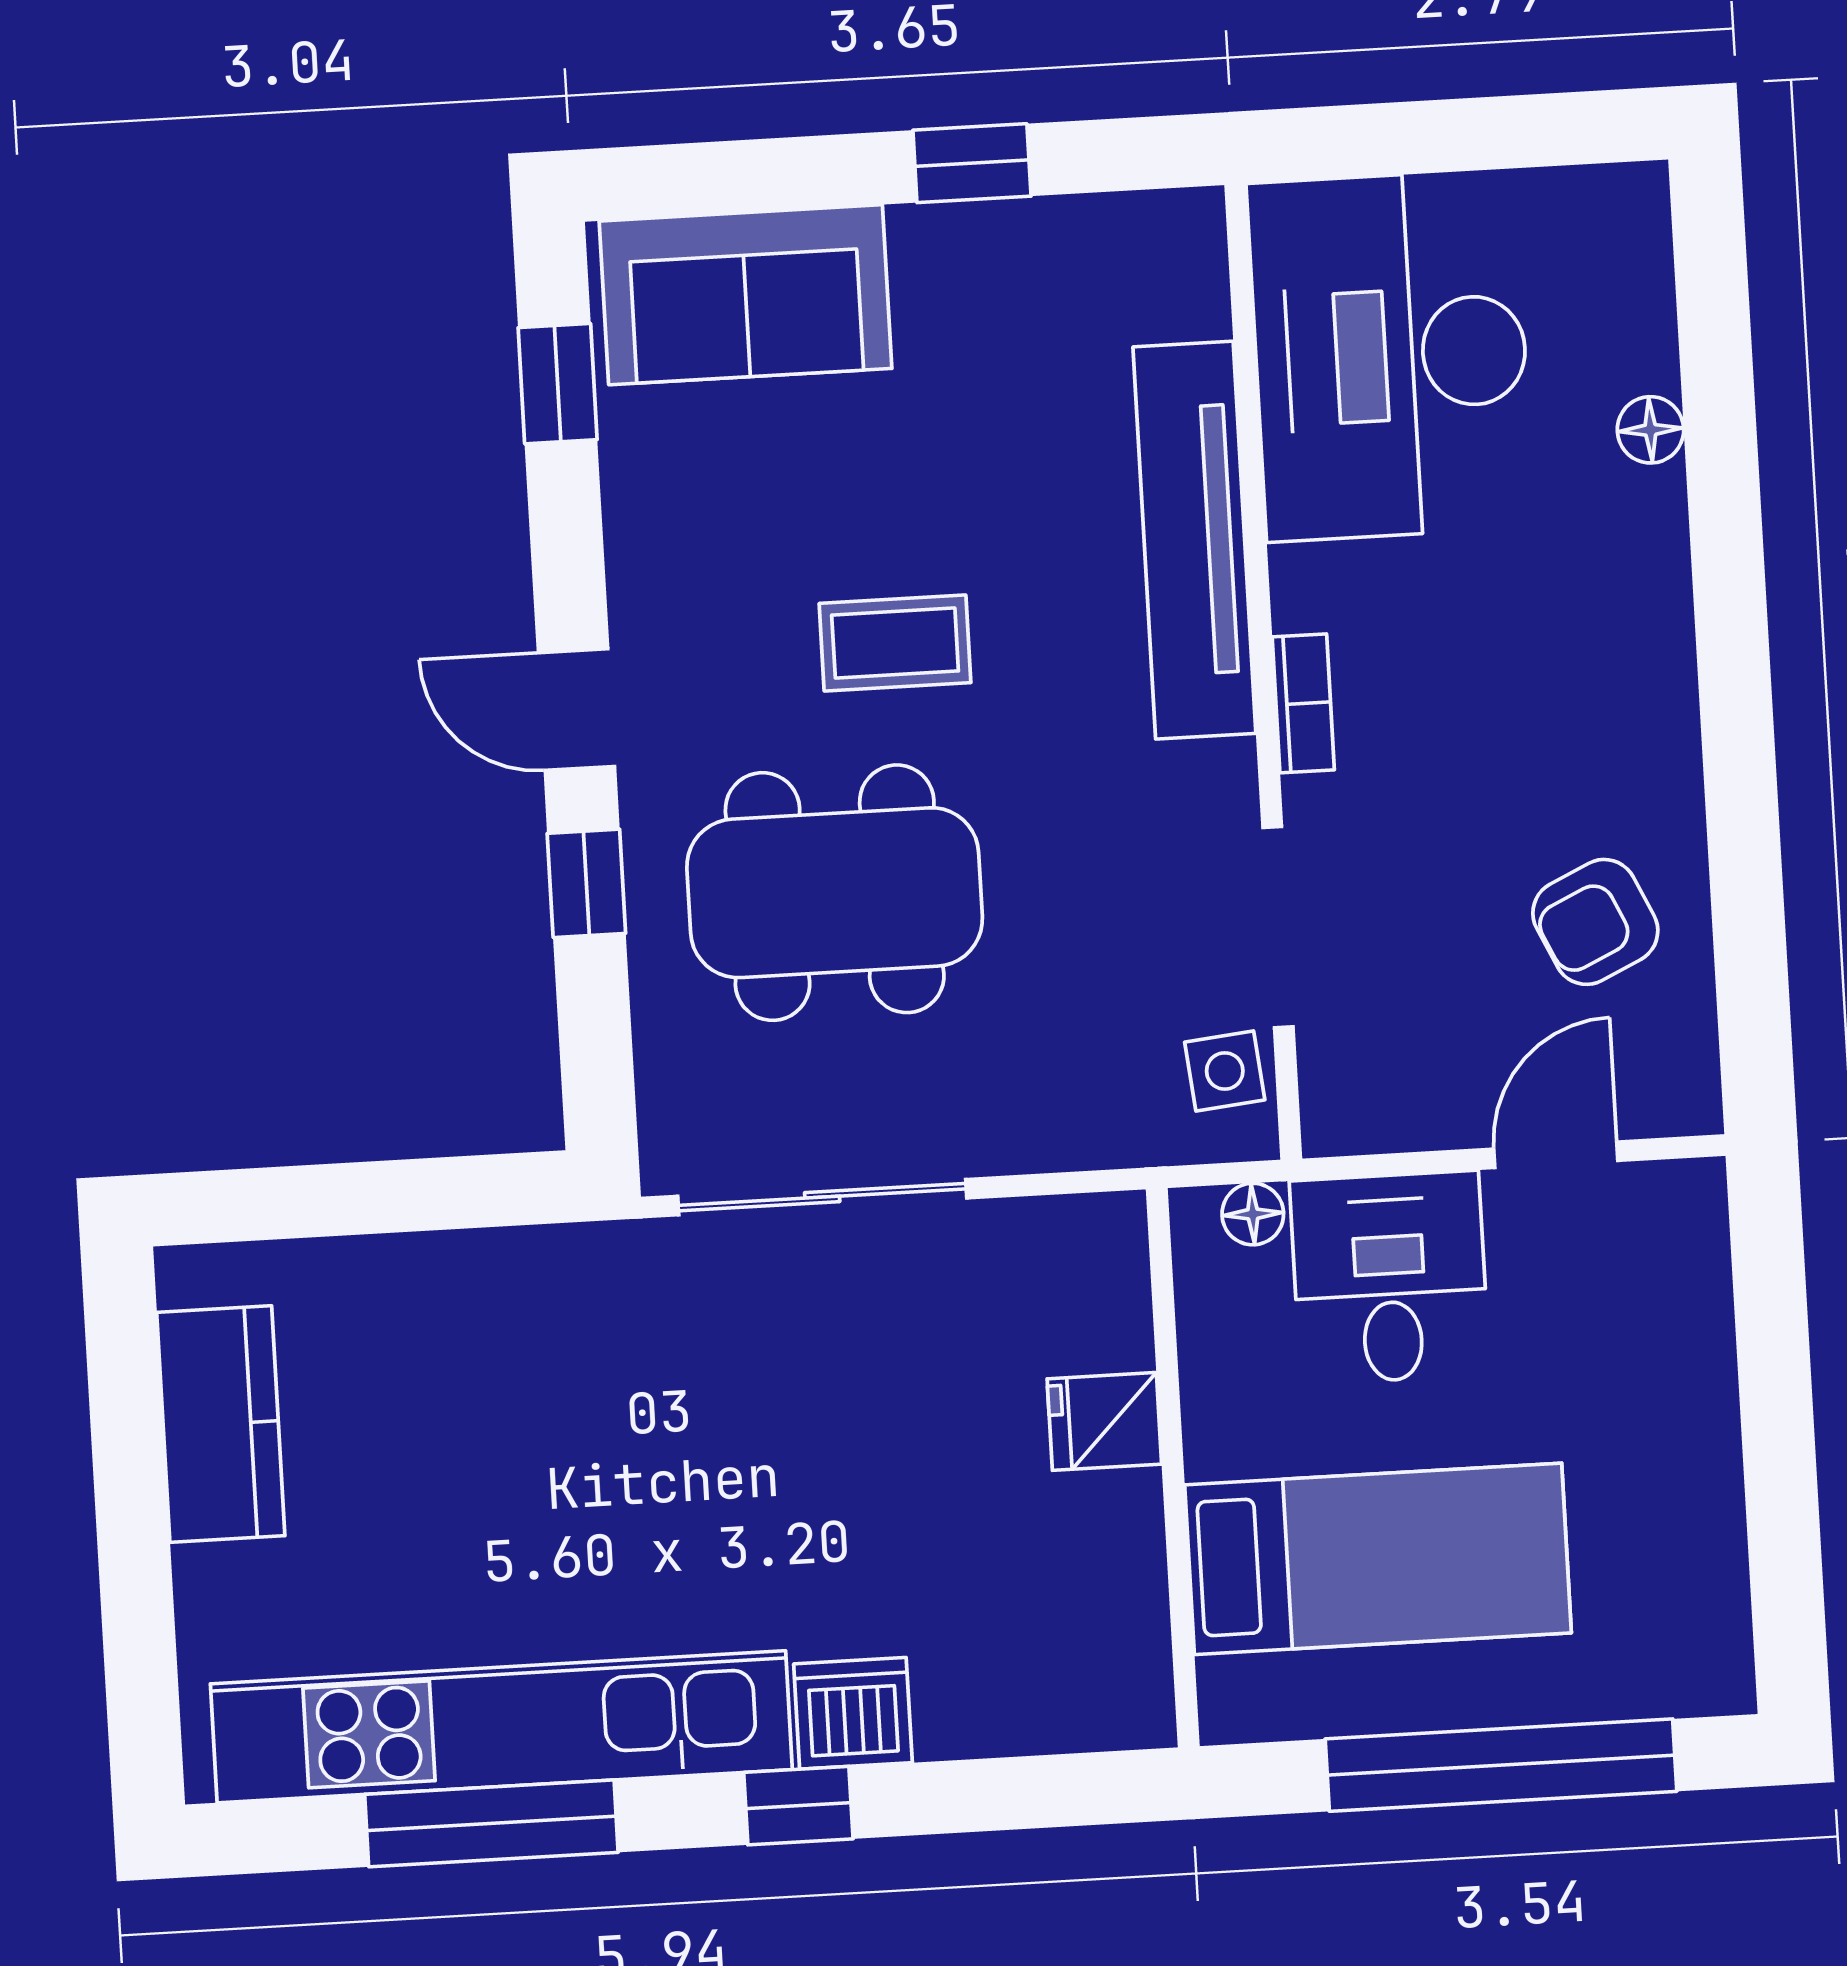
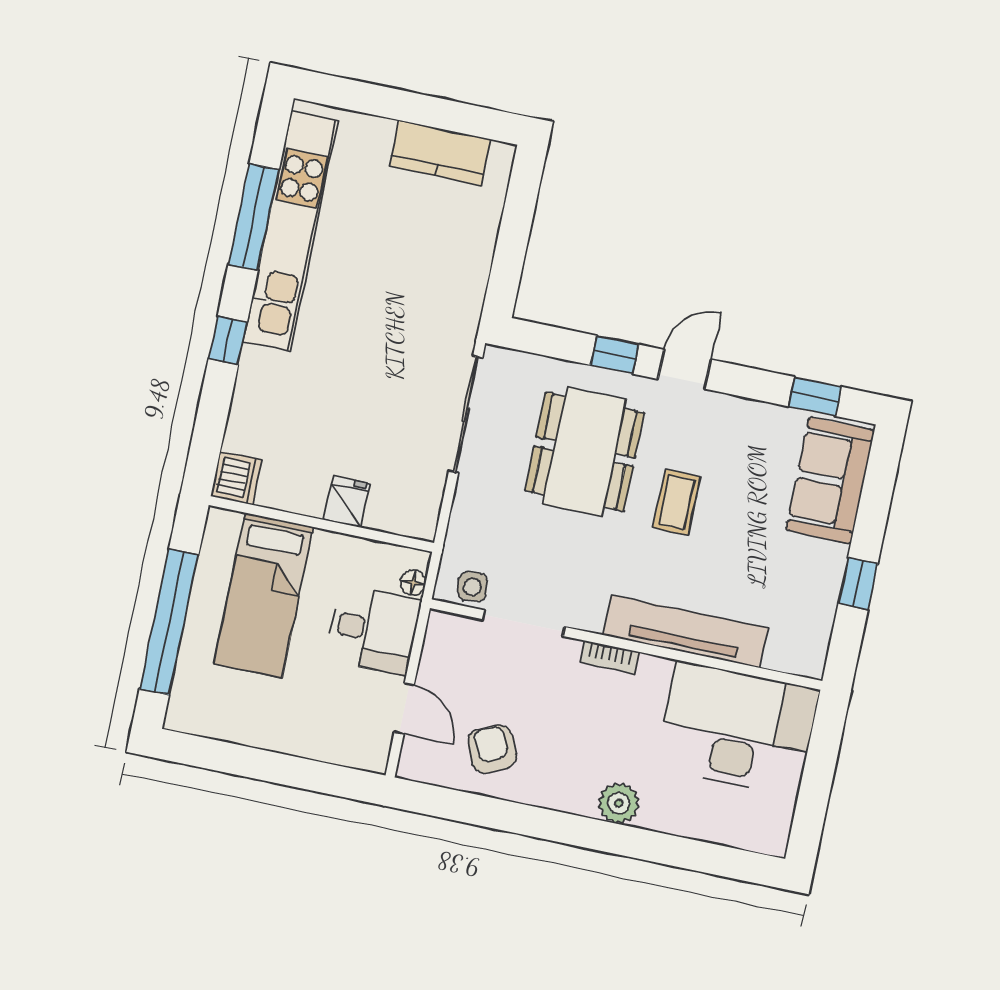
floor lamp: (1650, 430) -> (680, 823), removed
plant: (1642, 588) -> (619, 803), added
dishwasher: (853, 1713) -> (236, 478), moved

